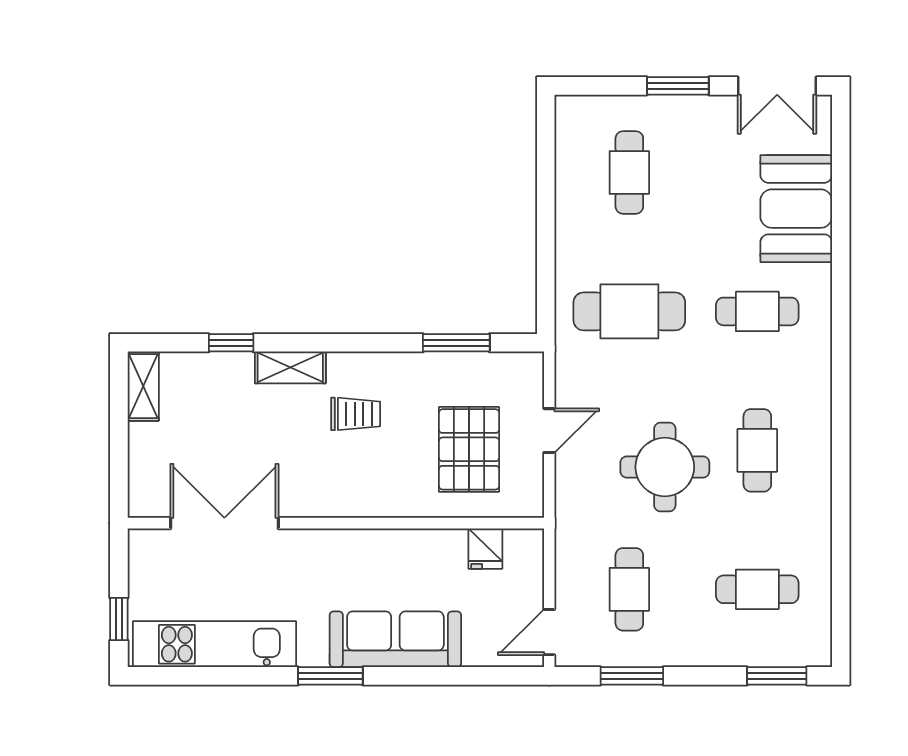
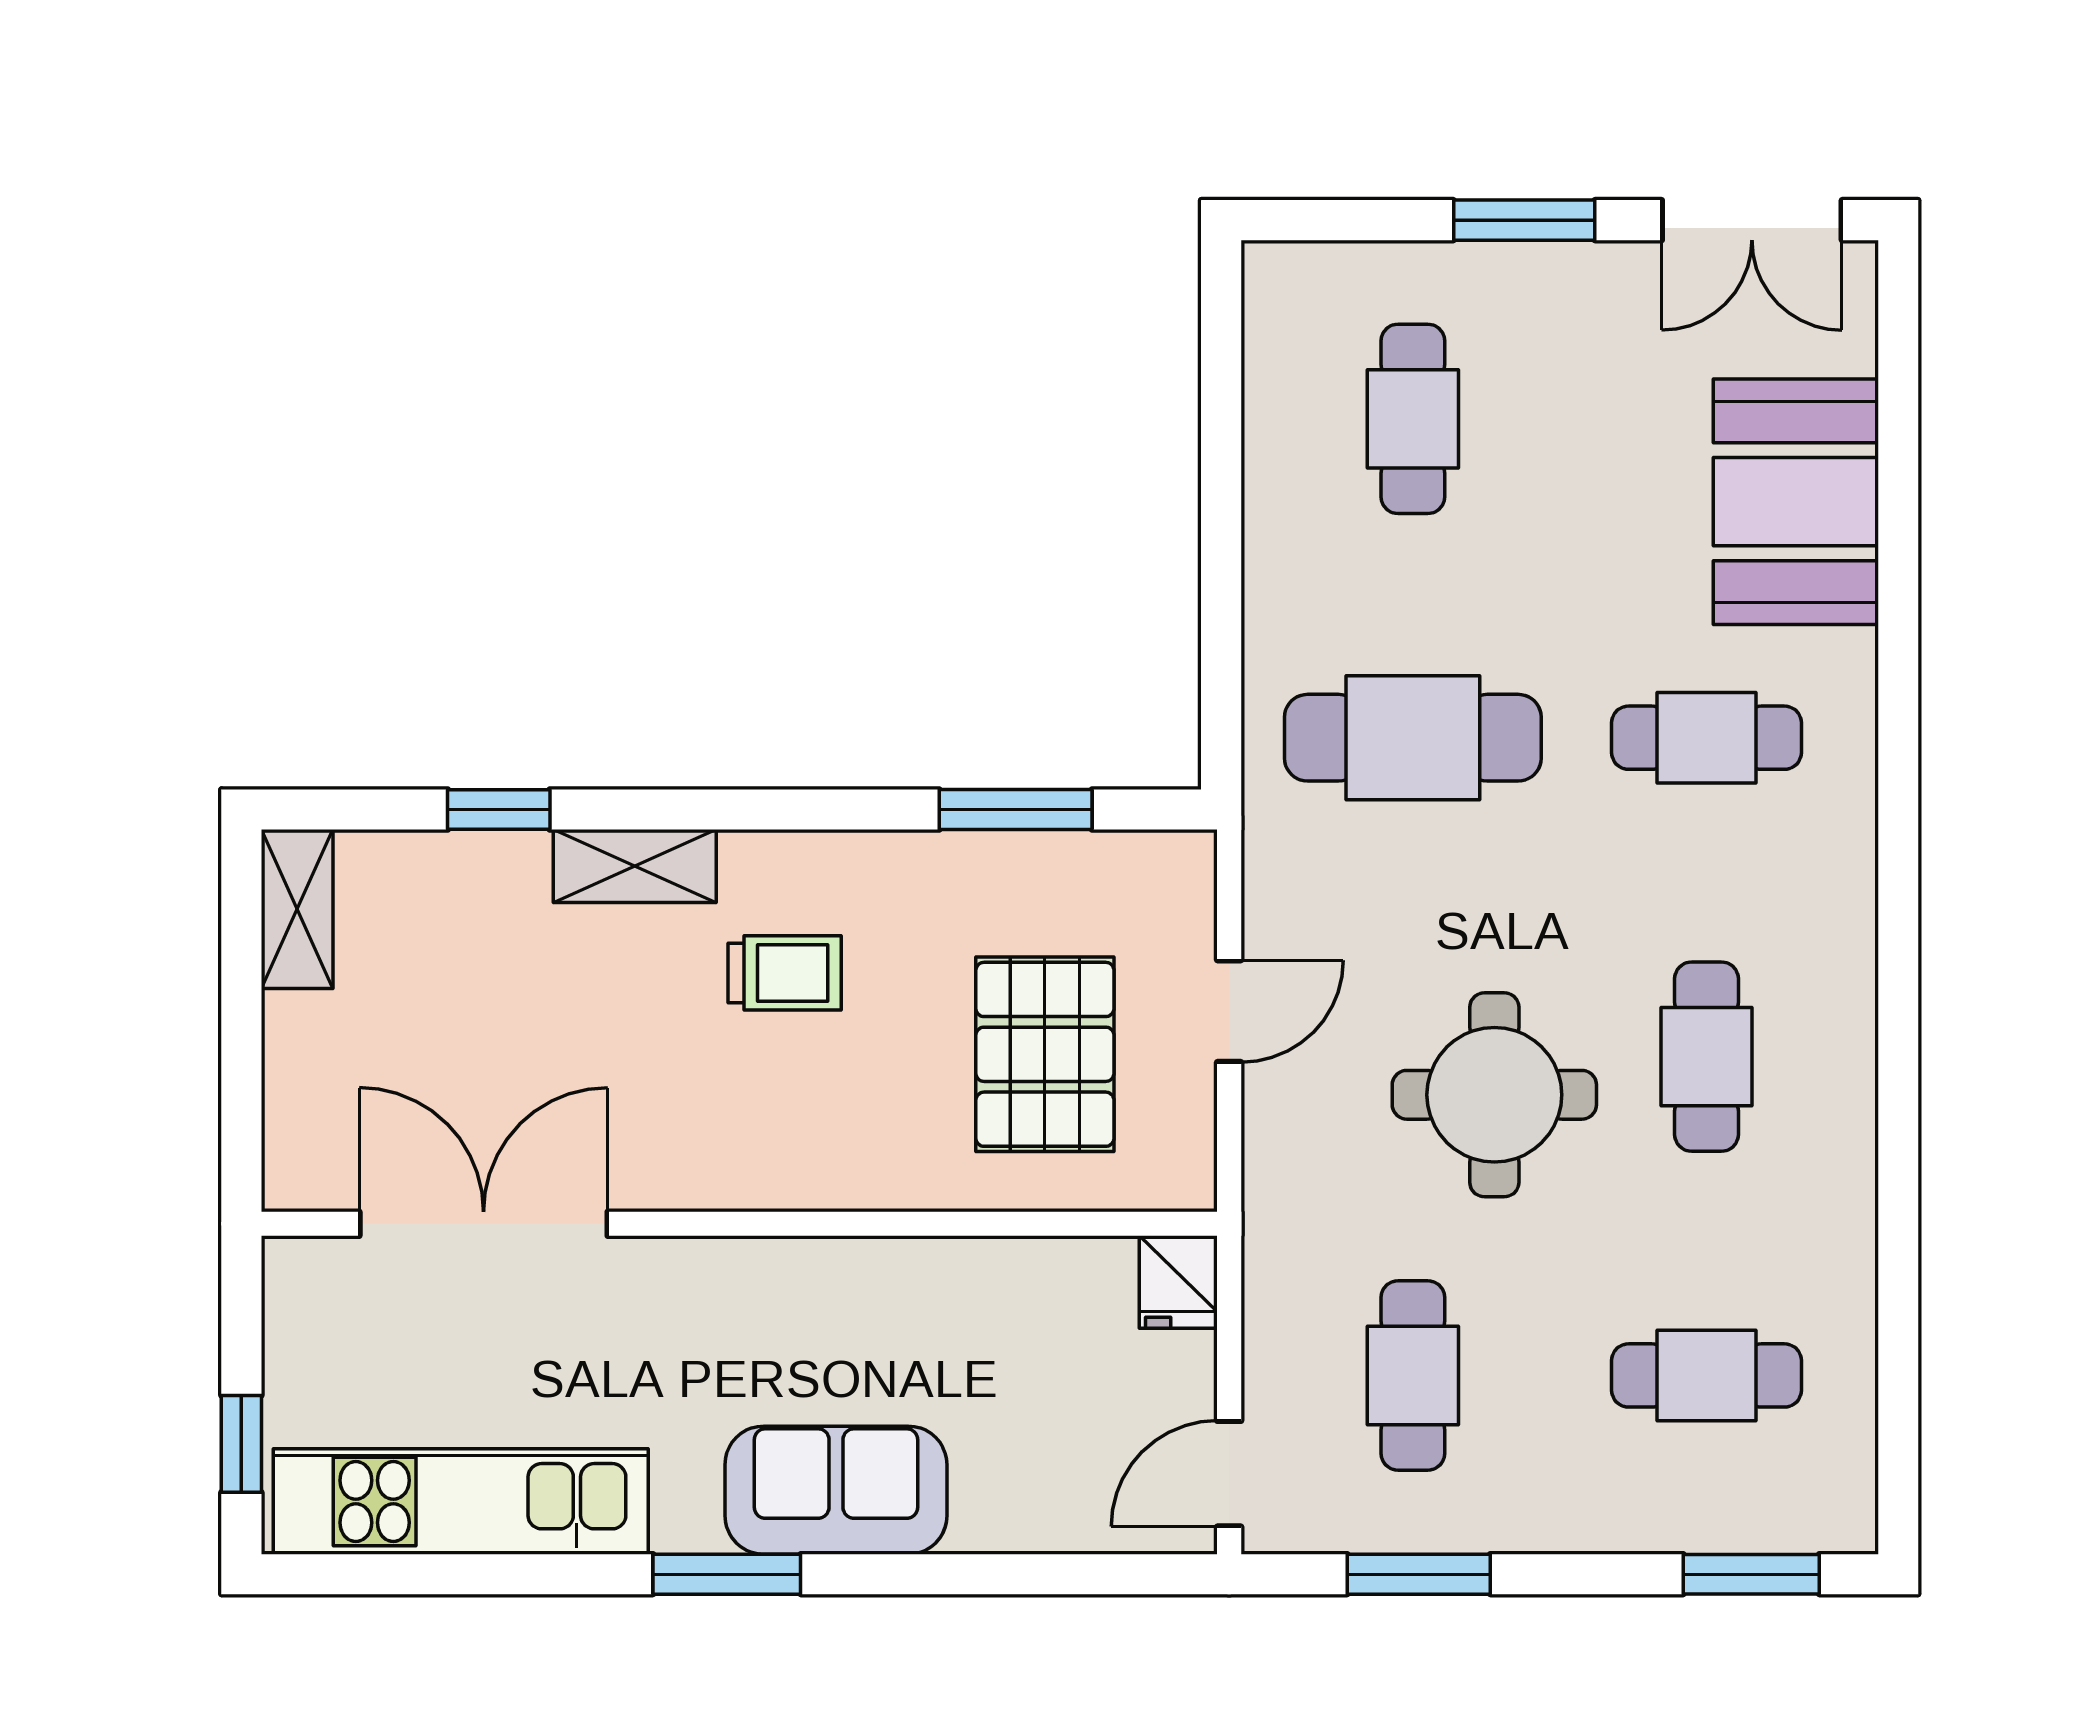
fridge: (485, 549) -> (1178, 1282), moved
sofa: (395, 639) -> (836, 1490), width x0.73

